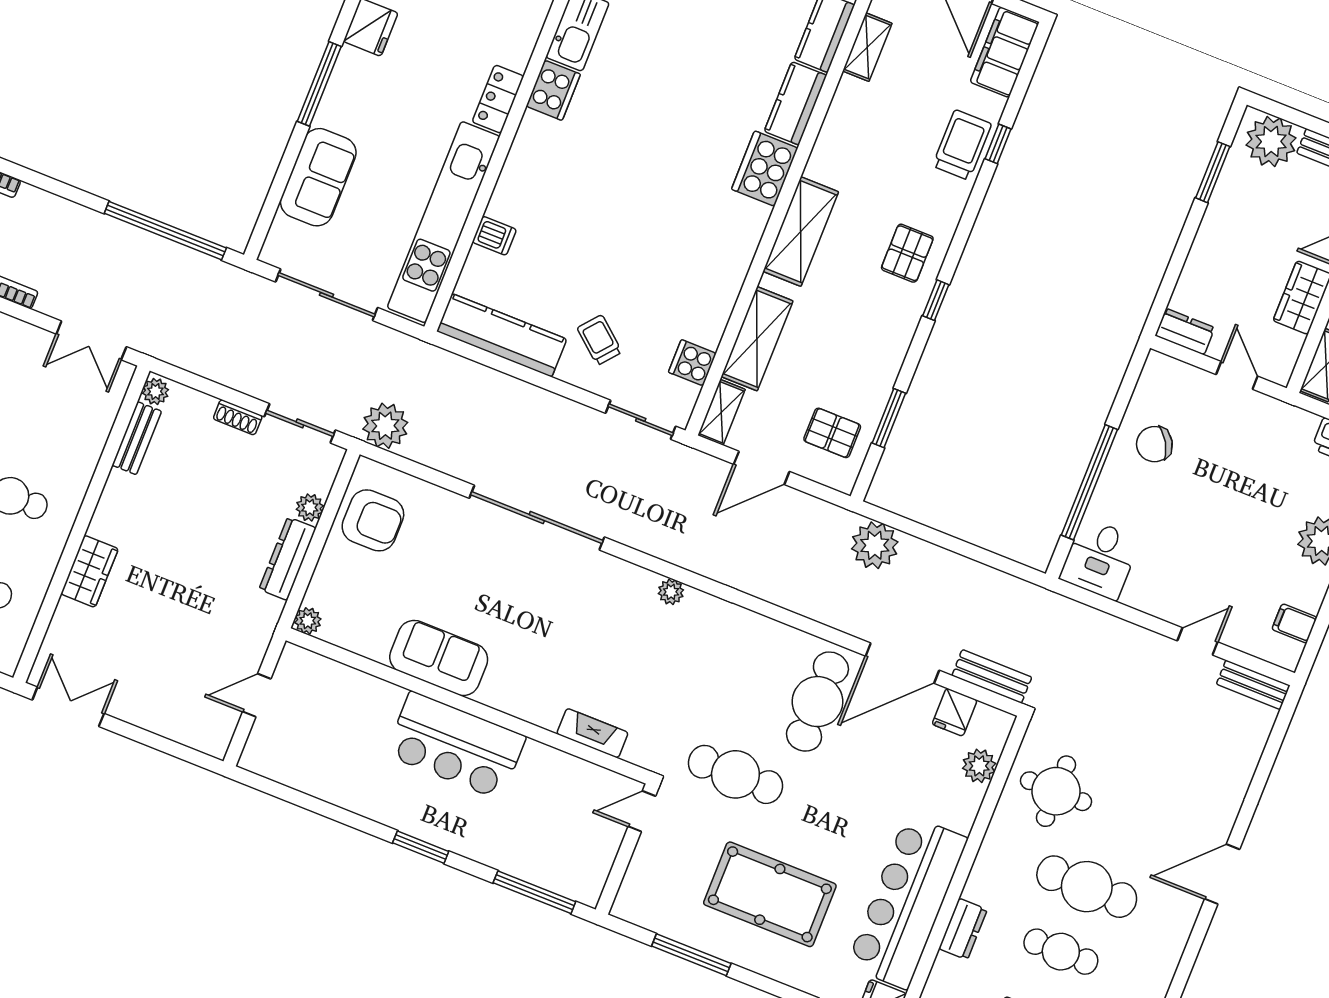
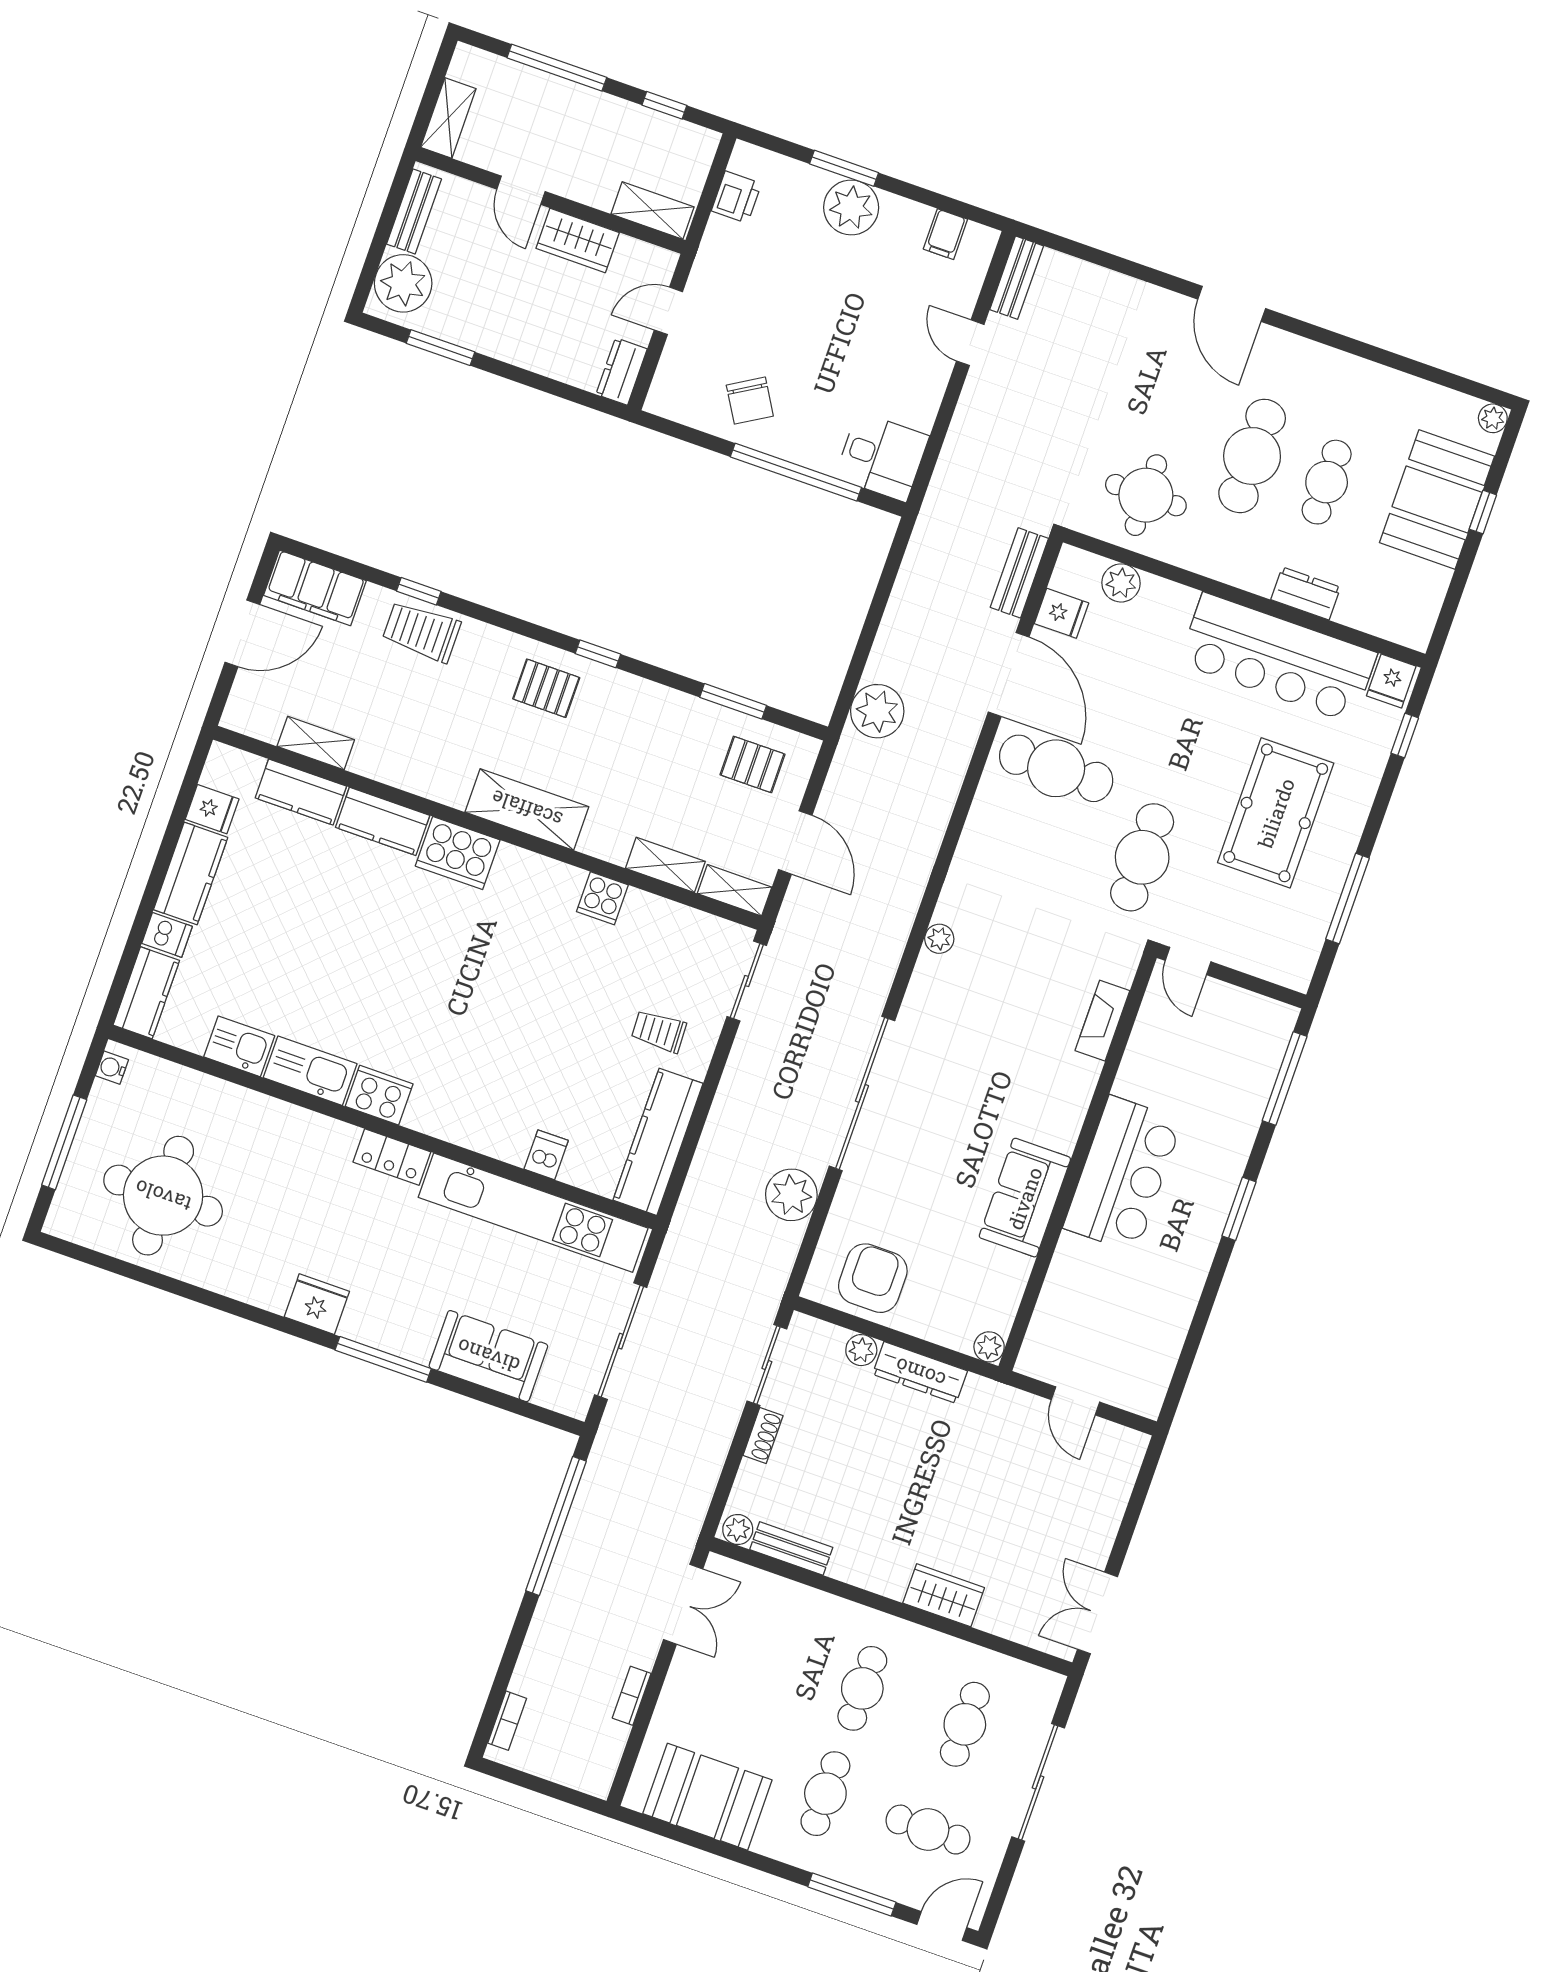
shelving: (757, 339) -> (665, 865), width x0.67, depth x0.75
trolley: (599, 340) -> (659, 1031), turned 48
cooker: (692, 363) -> (602, 898), moved
plant: (385, 426) -> (791, 1195), moved
pallet: (832, 433) -> (752, 764), turned 90

